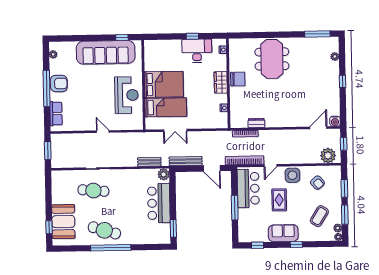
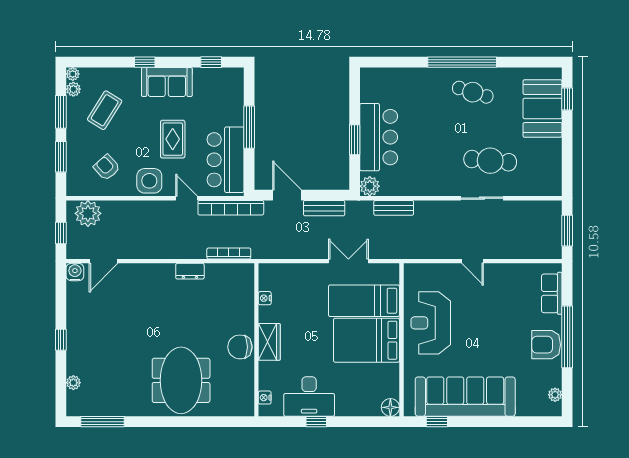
floor lamp: (149, 45) -> (390, 407), added
dresser: (256, 123) -> (190, 271), moved
bench: (186, 161) -> (324, 208), width x0.73
door: (271, 165) -> (186, 198), hinge flipped
window: (173, 228) -> (355, 140), moved
cafe table: (104, 230) -> (473, 92), width x0.73, depth x0.74

